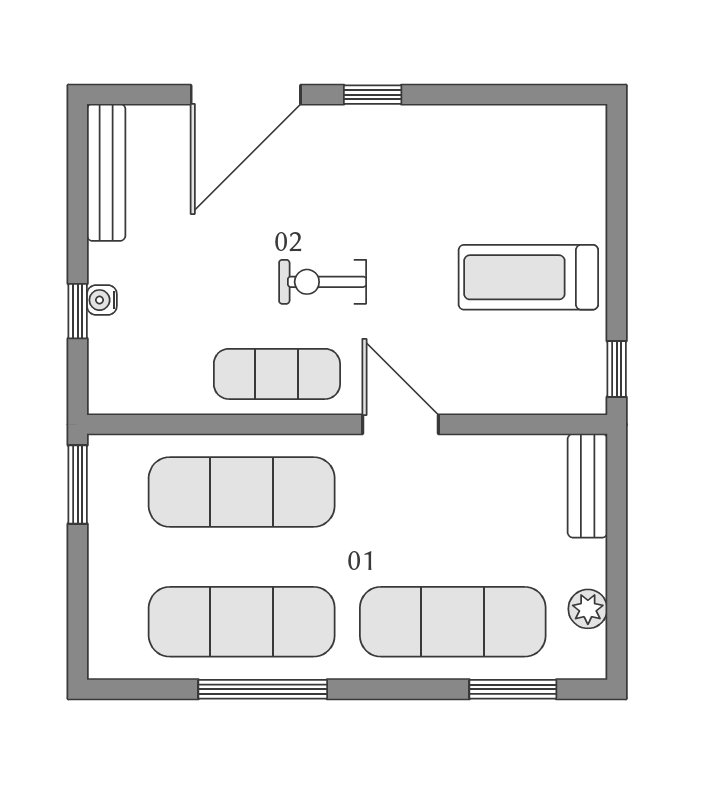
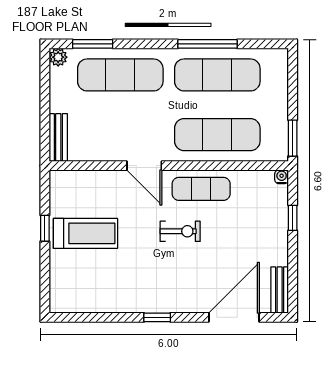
door: (246, 95) -> (234, 317), moved
bench: (106, 172) -> (280, 290), width x0.73
water cooler: (102, 300) -> (282, 177), moved, turned -90
window: (617, 369) -> (45, 228), moved
plant: (588, 609) -> (58, 57), moved

